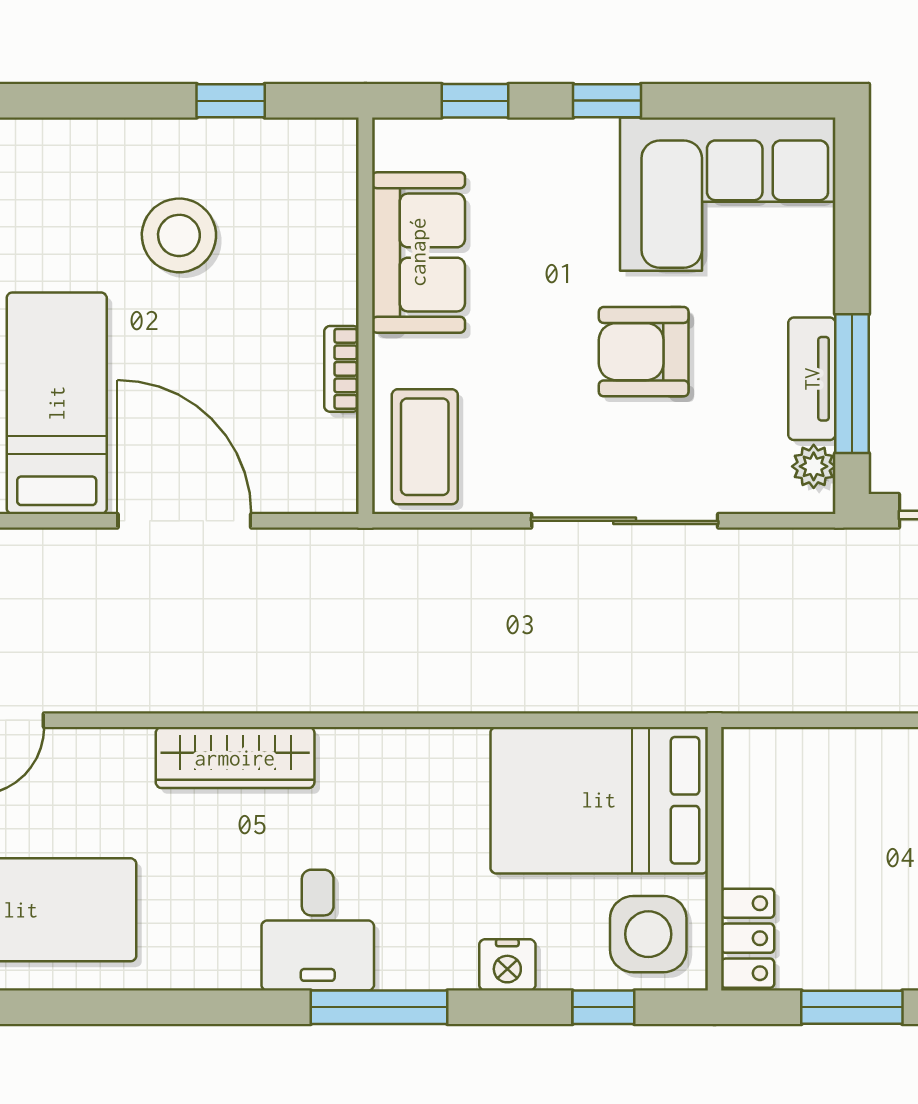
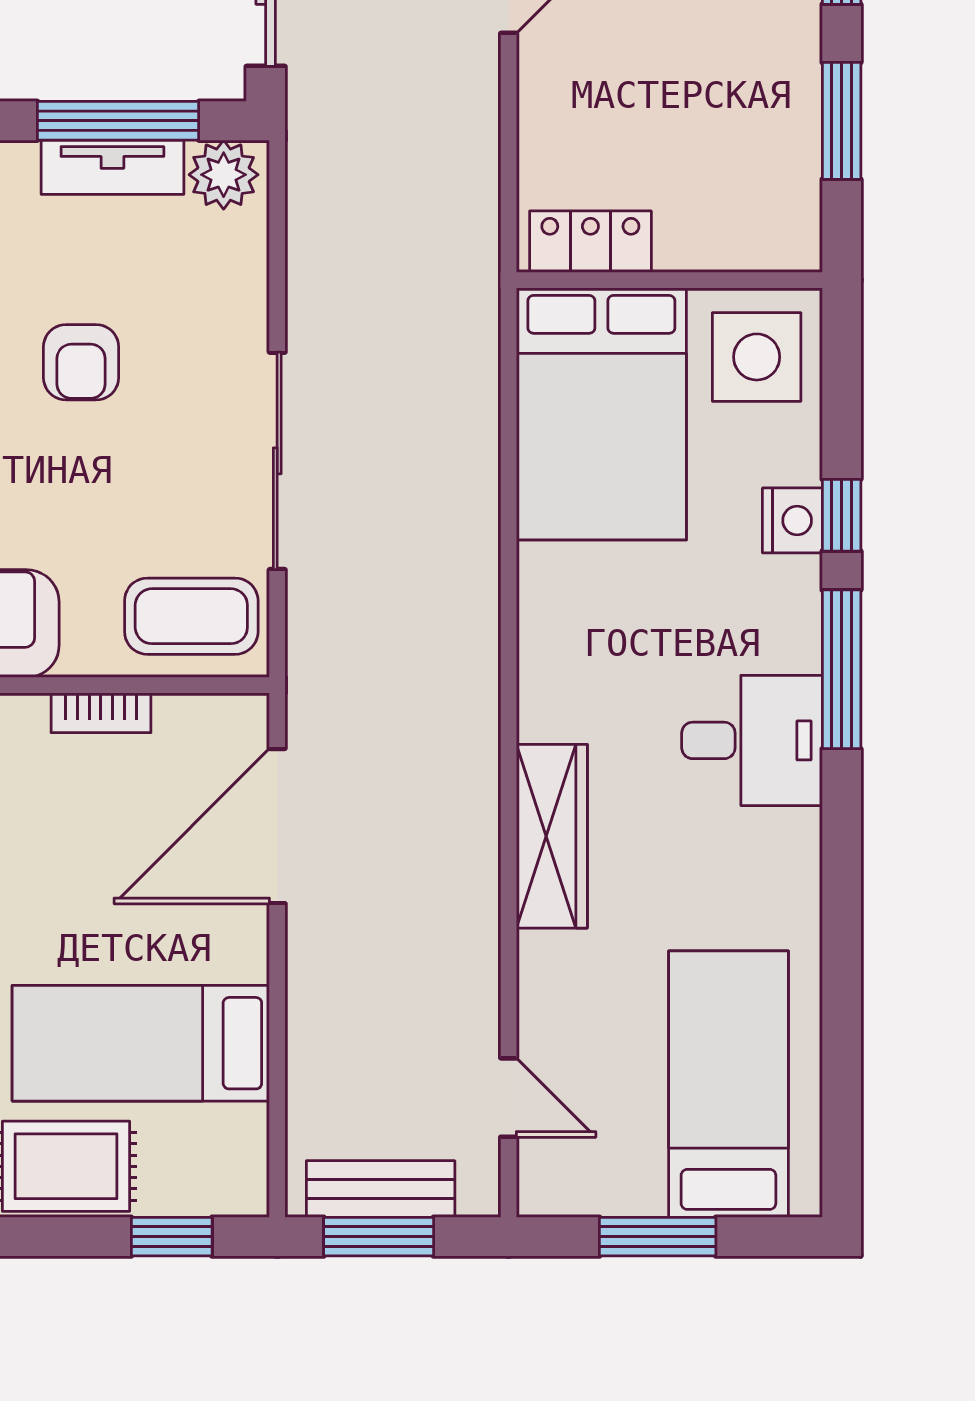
armchair: (644, 352) -> (81, 362), width x0.72, depth x0.72
plant: (814, 466) -> (224, 175), width x1.38, depth x1.38
door: (184, 521) -> (277, 826), moved
sliding door: (625, 521) -> (277, 461), moved
locker: (748, 938) -> (590, 242), moved
window: (603, 1007) -> (842, 515), moved

